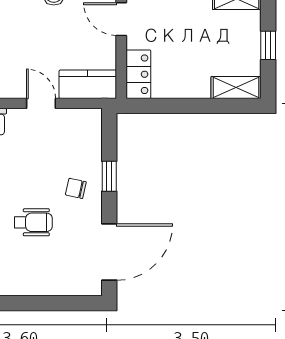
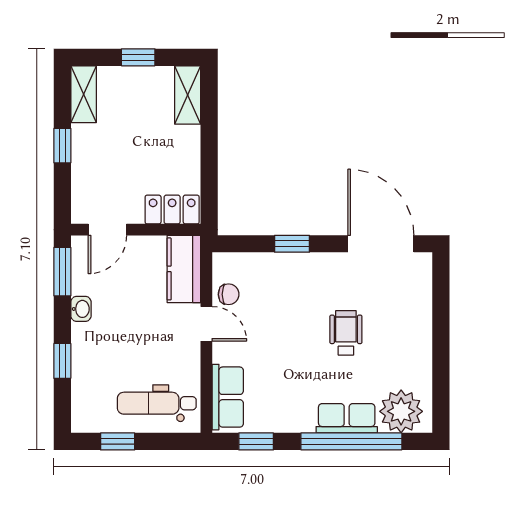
door: (41, 103) -> (206, 324), swing flipped
chair: (76, 188) -> (229, 294), moved, turned -102

